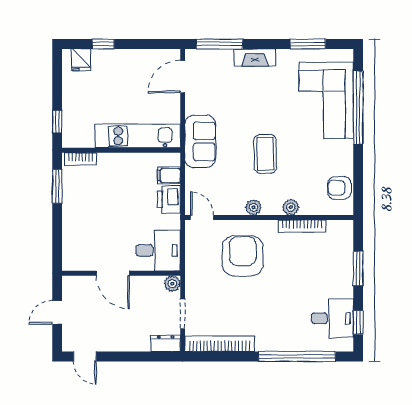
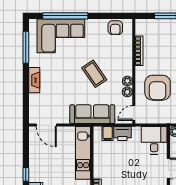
window: (220, 44) -> (26, 102), removed
window: (308, 44) -> (26, 47), width x1.44
sofa: (200, 141) -> (92, 114), width x1.36
coffee table: (265, 154) -> (94, 74), turned 57
plant: (291, 207) -> (127, 92), moved
armchair: (243, 256) -> (158, 88), turned -90

